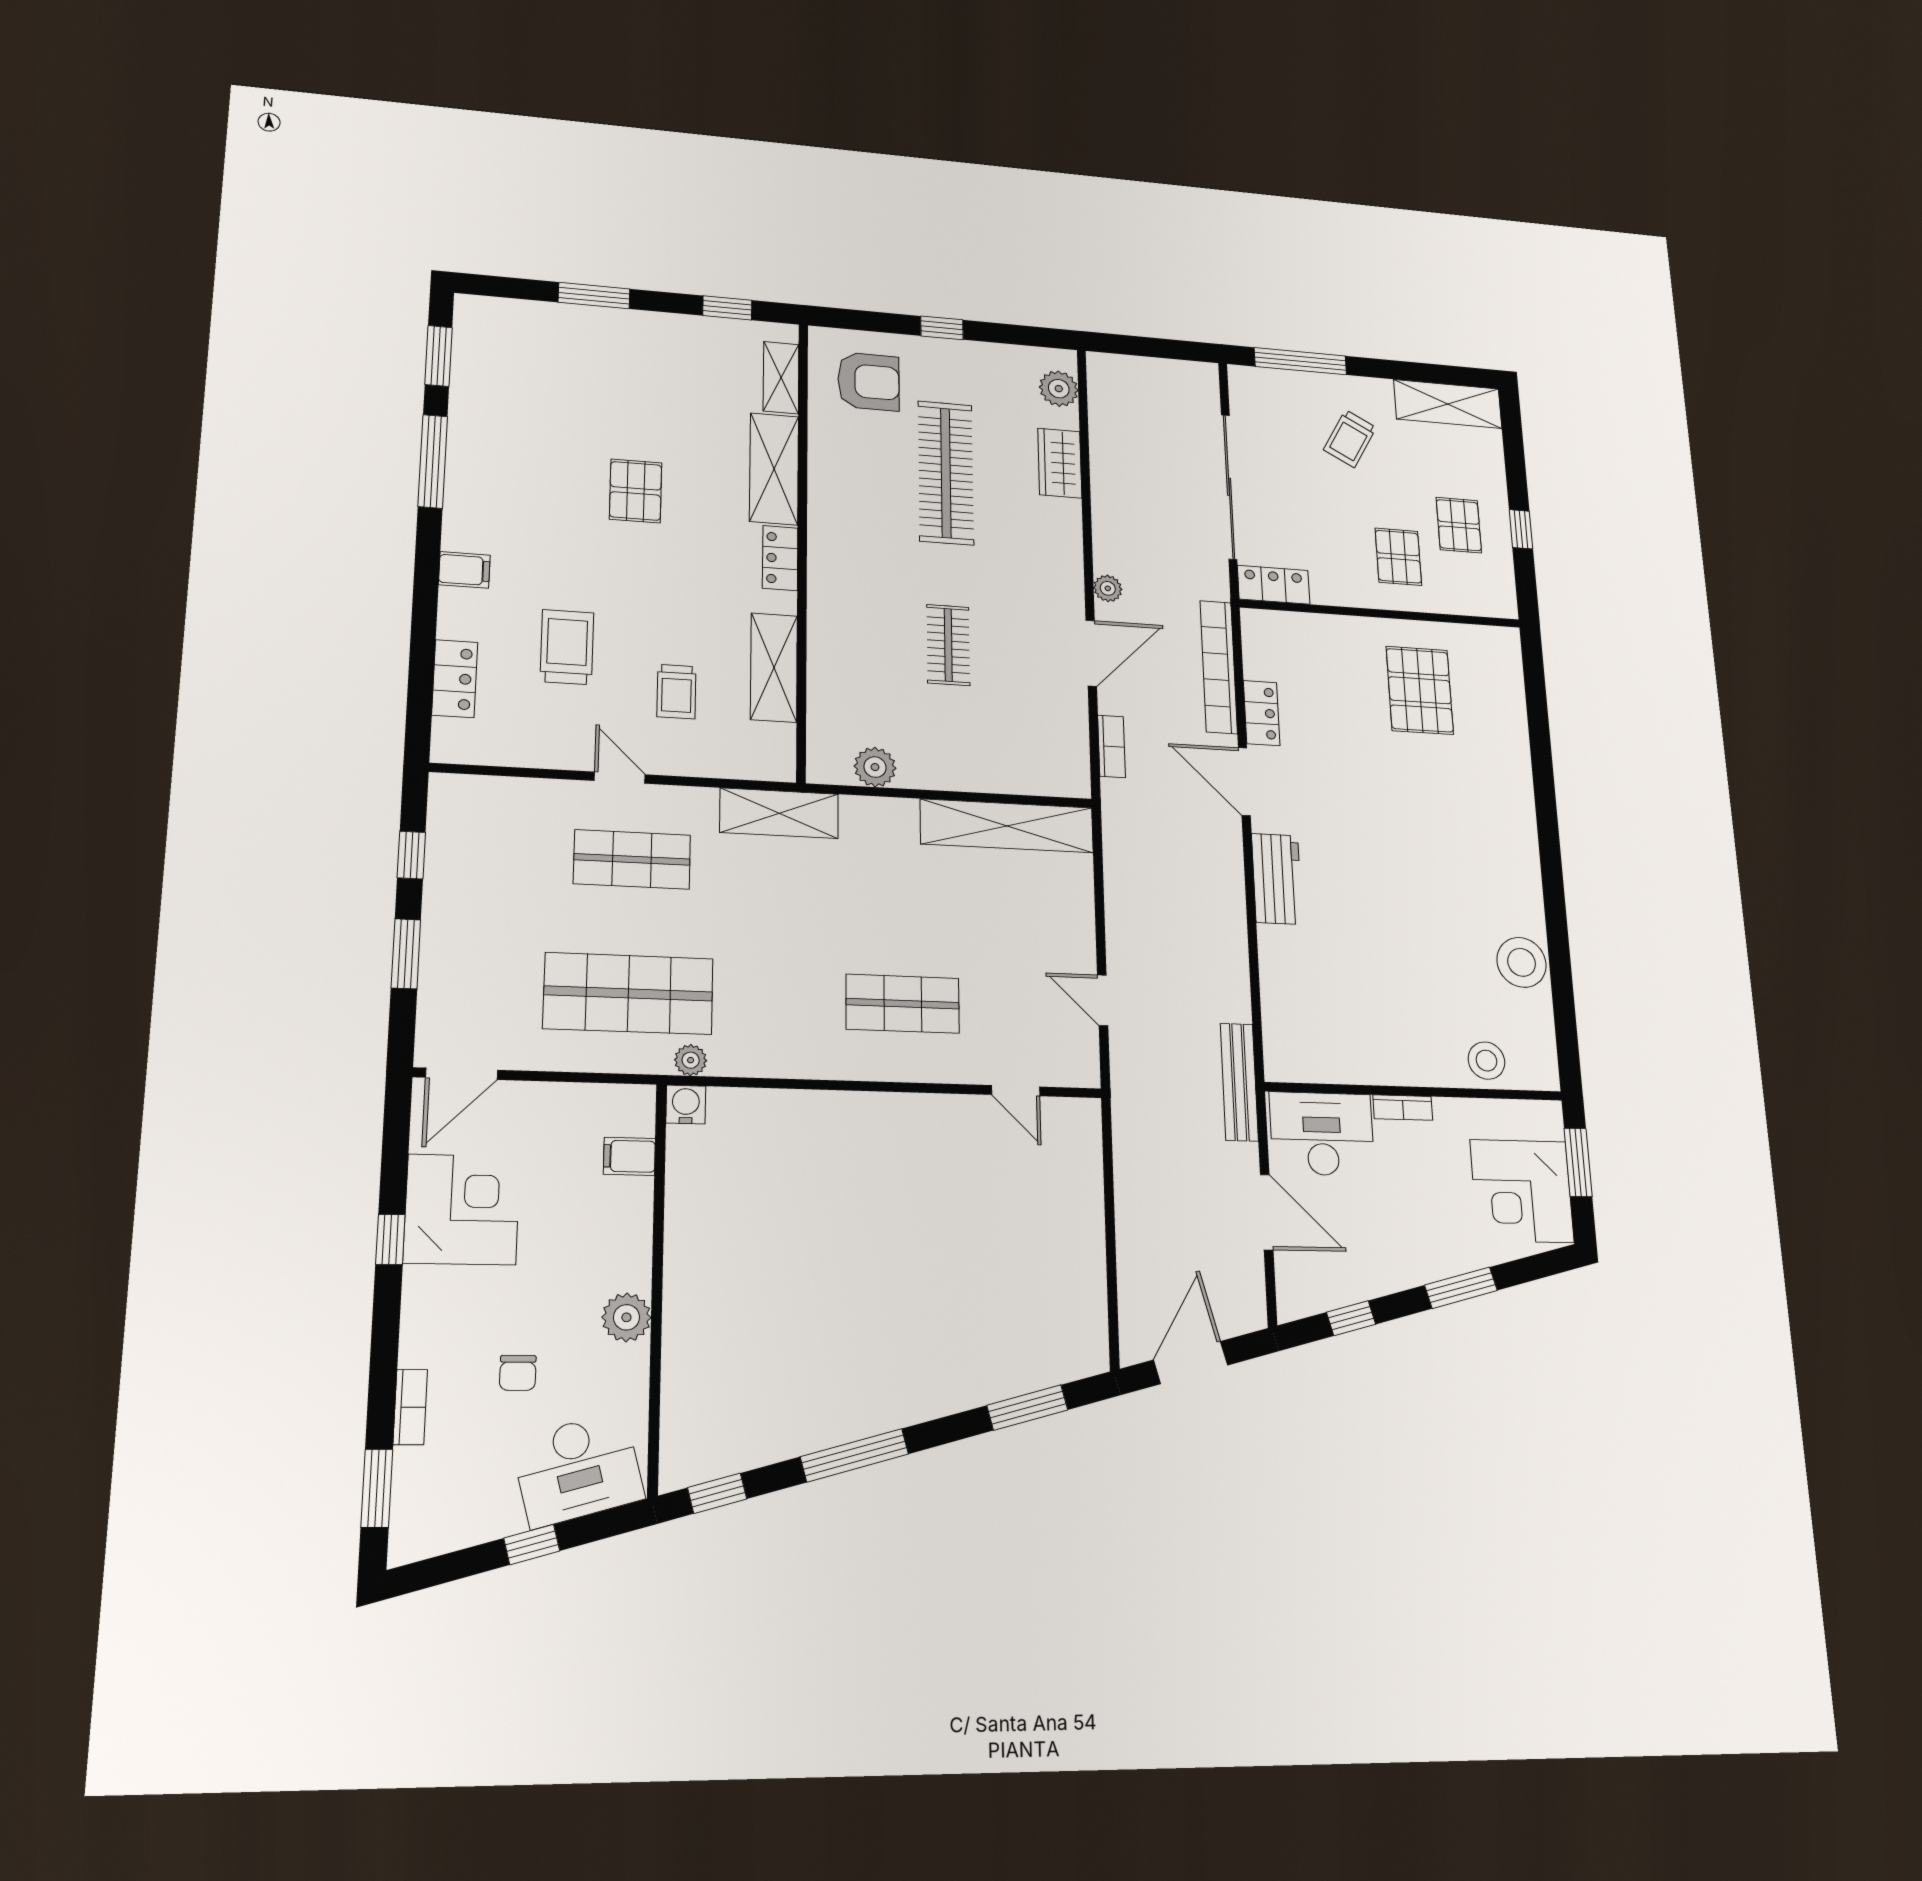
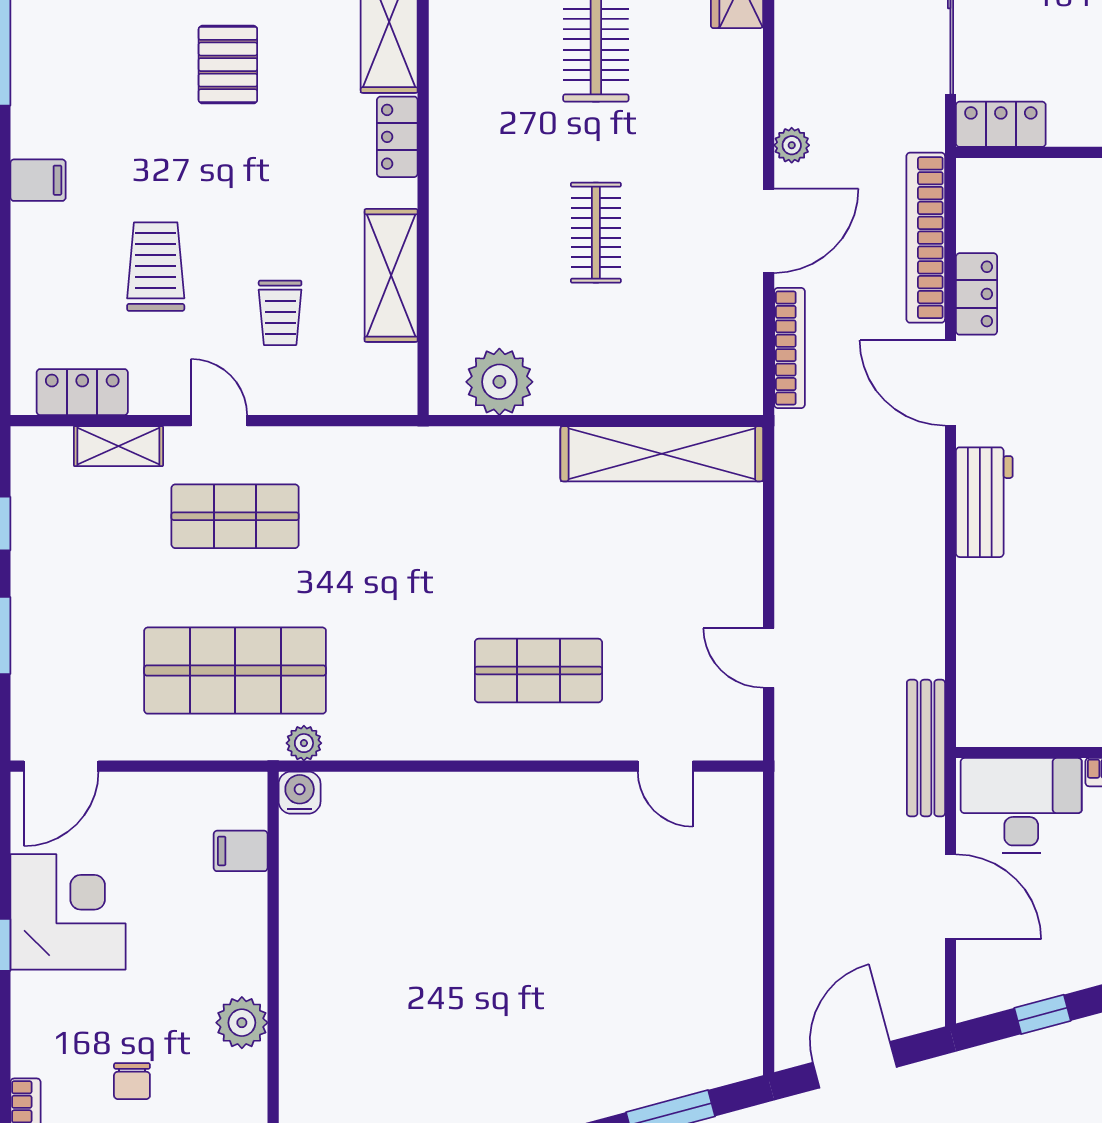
locker: (455, 679) -> (82, 392), moved, turned -90
bookcase: (1111, 746) -> (789, 348), width x1.56
plant: (875, 767) -> (499, 382), width x1.36, depth x1.36
shelving: (779, 813) -> (118, 446), moved, width x0.67, depth x0.75

